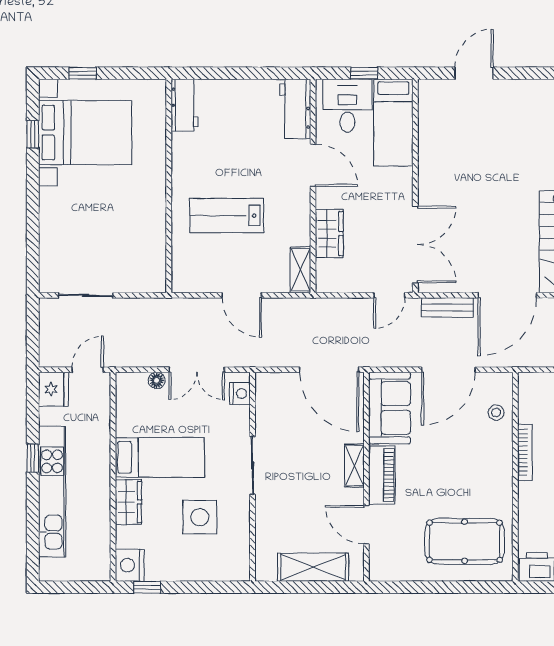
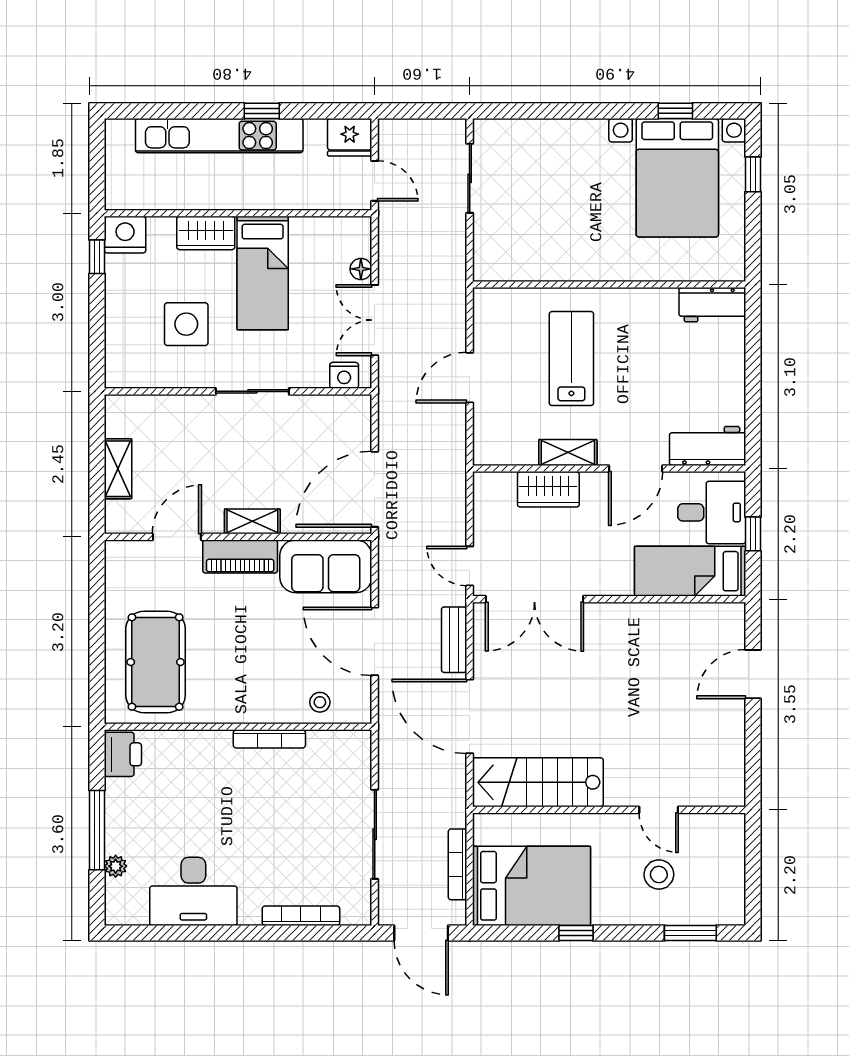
door: (474, 73) -> (753, 674), swing flipped
shelving: (300, 270) -> (568, 453), moved
shelving: (313, 567) -> (118, 469), width x0.67, depth x0.75

